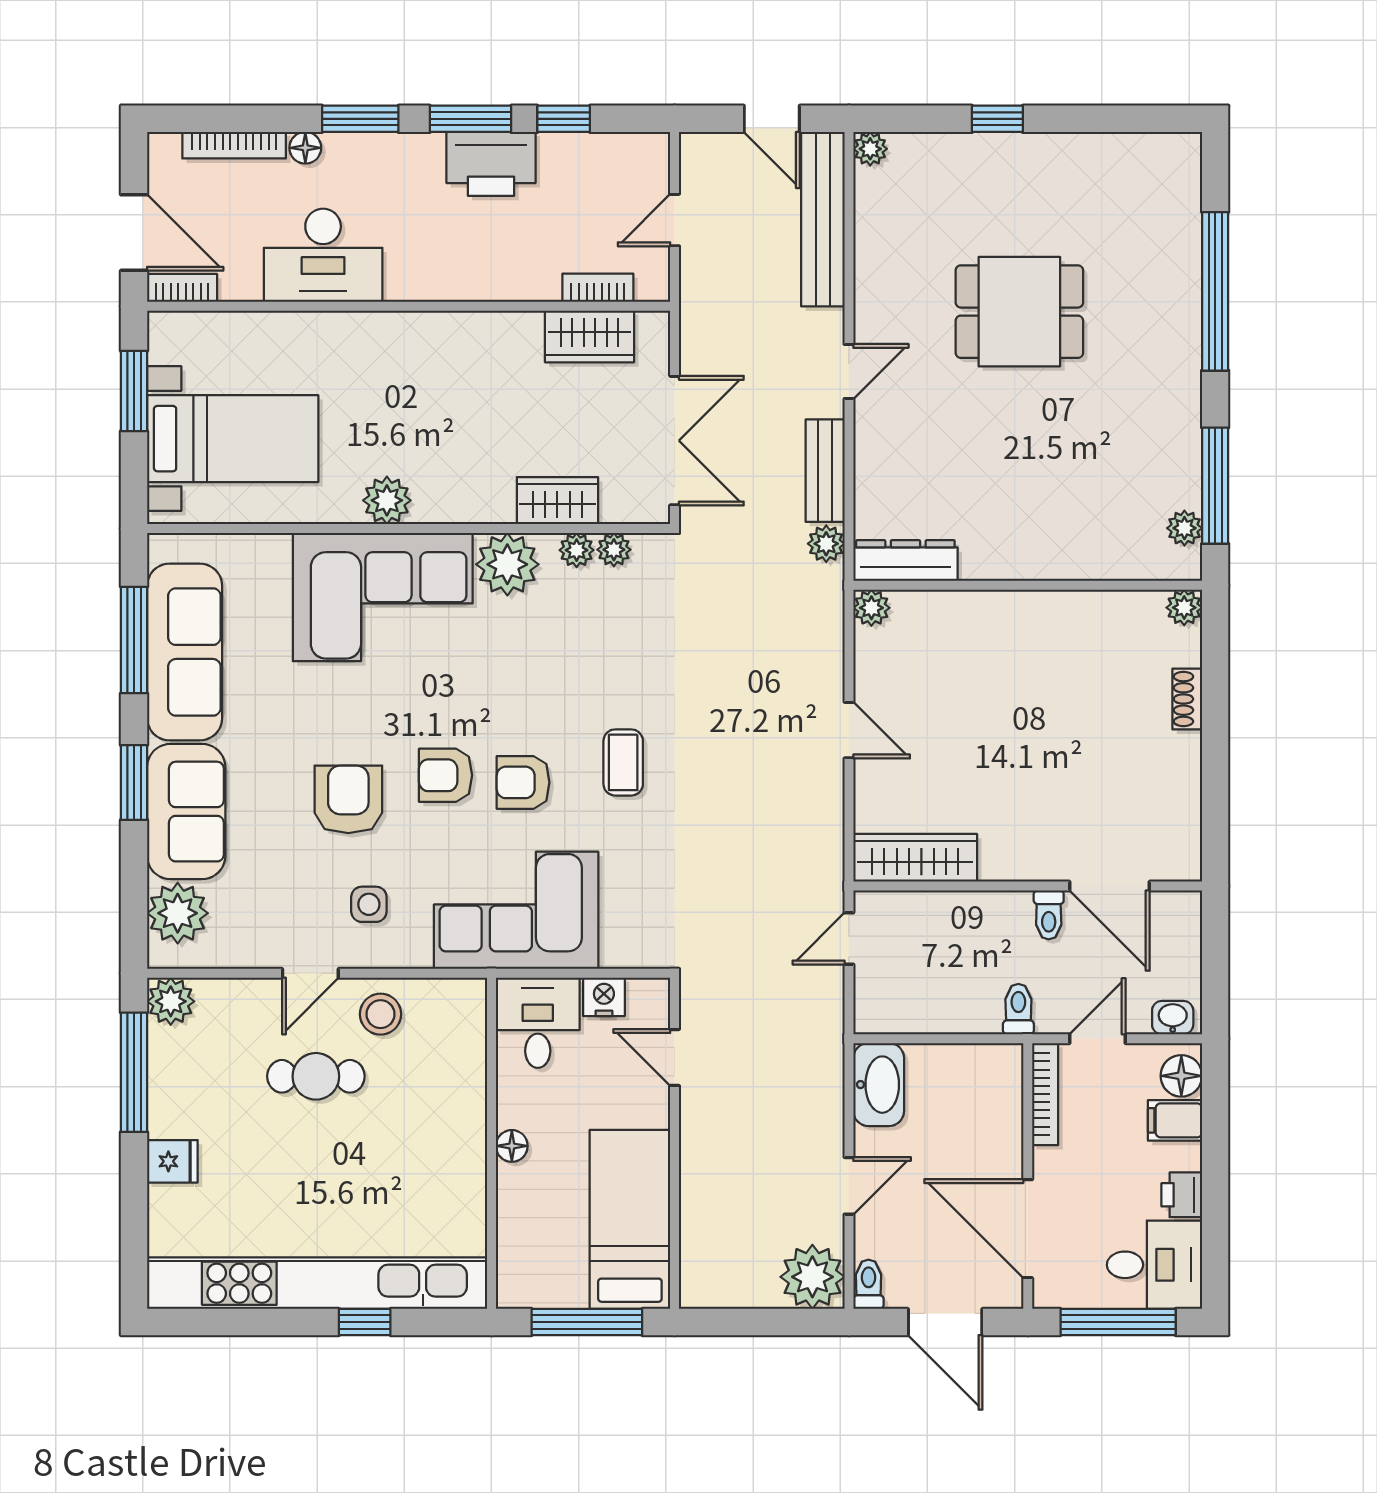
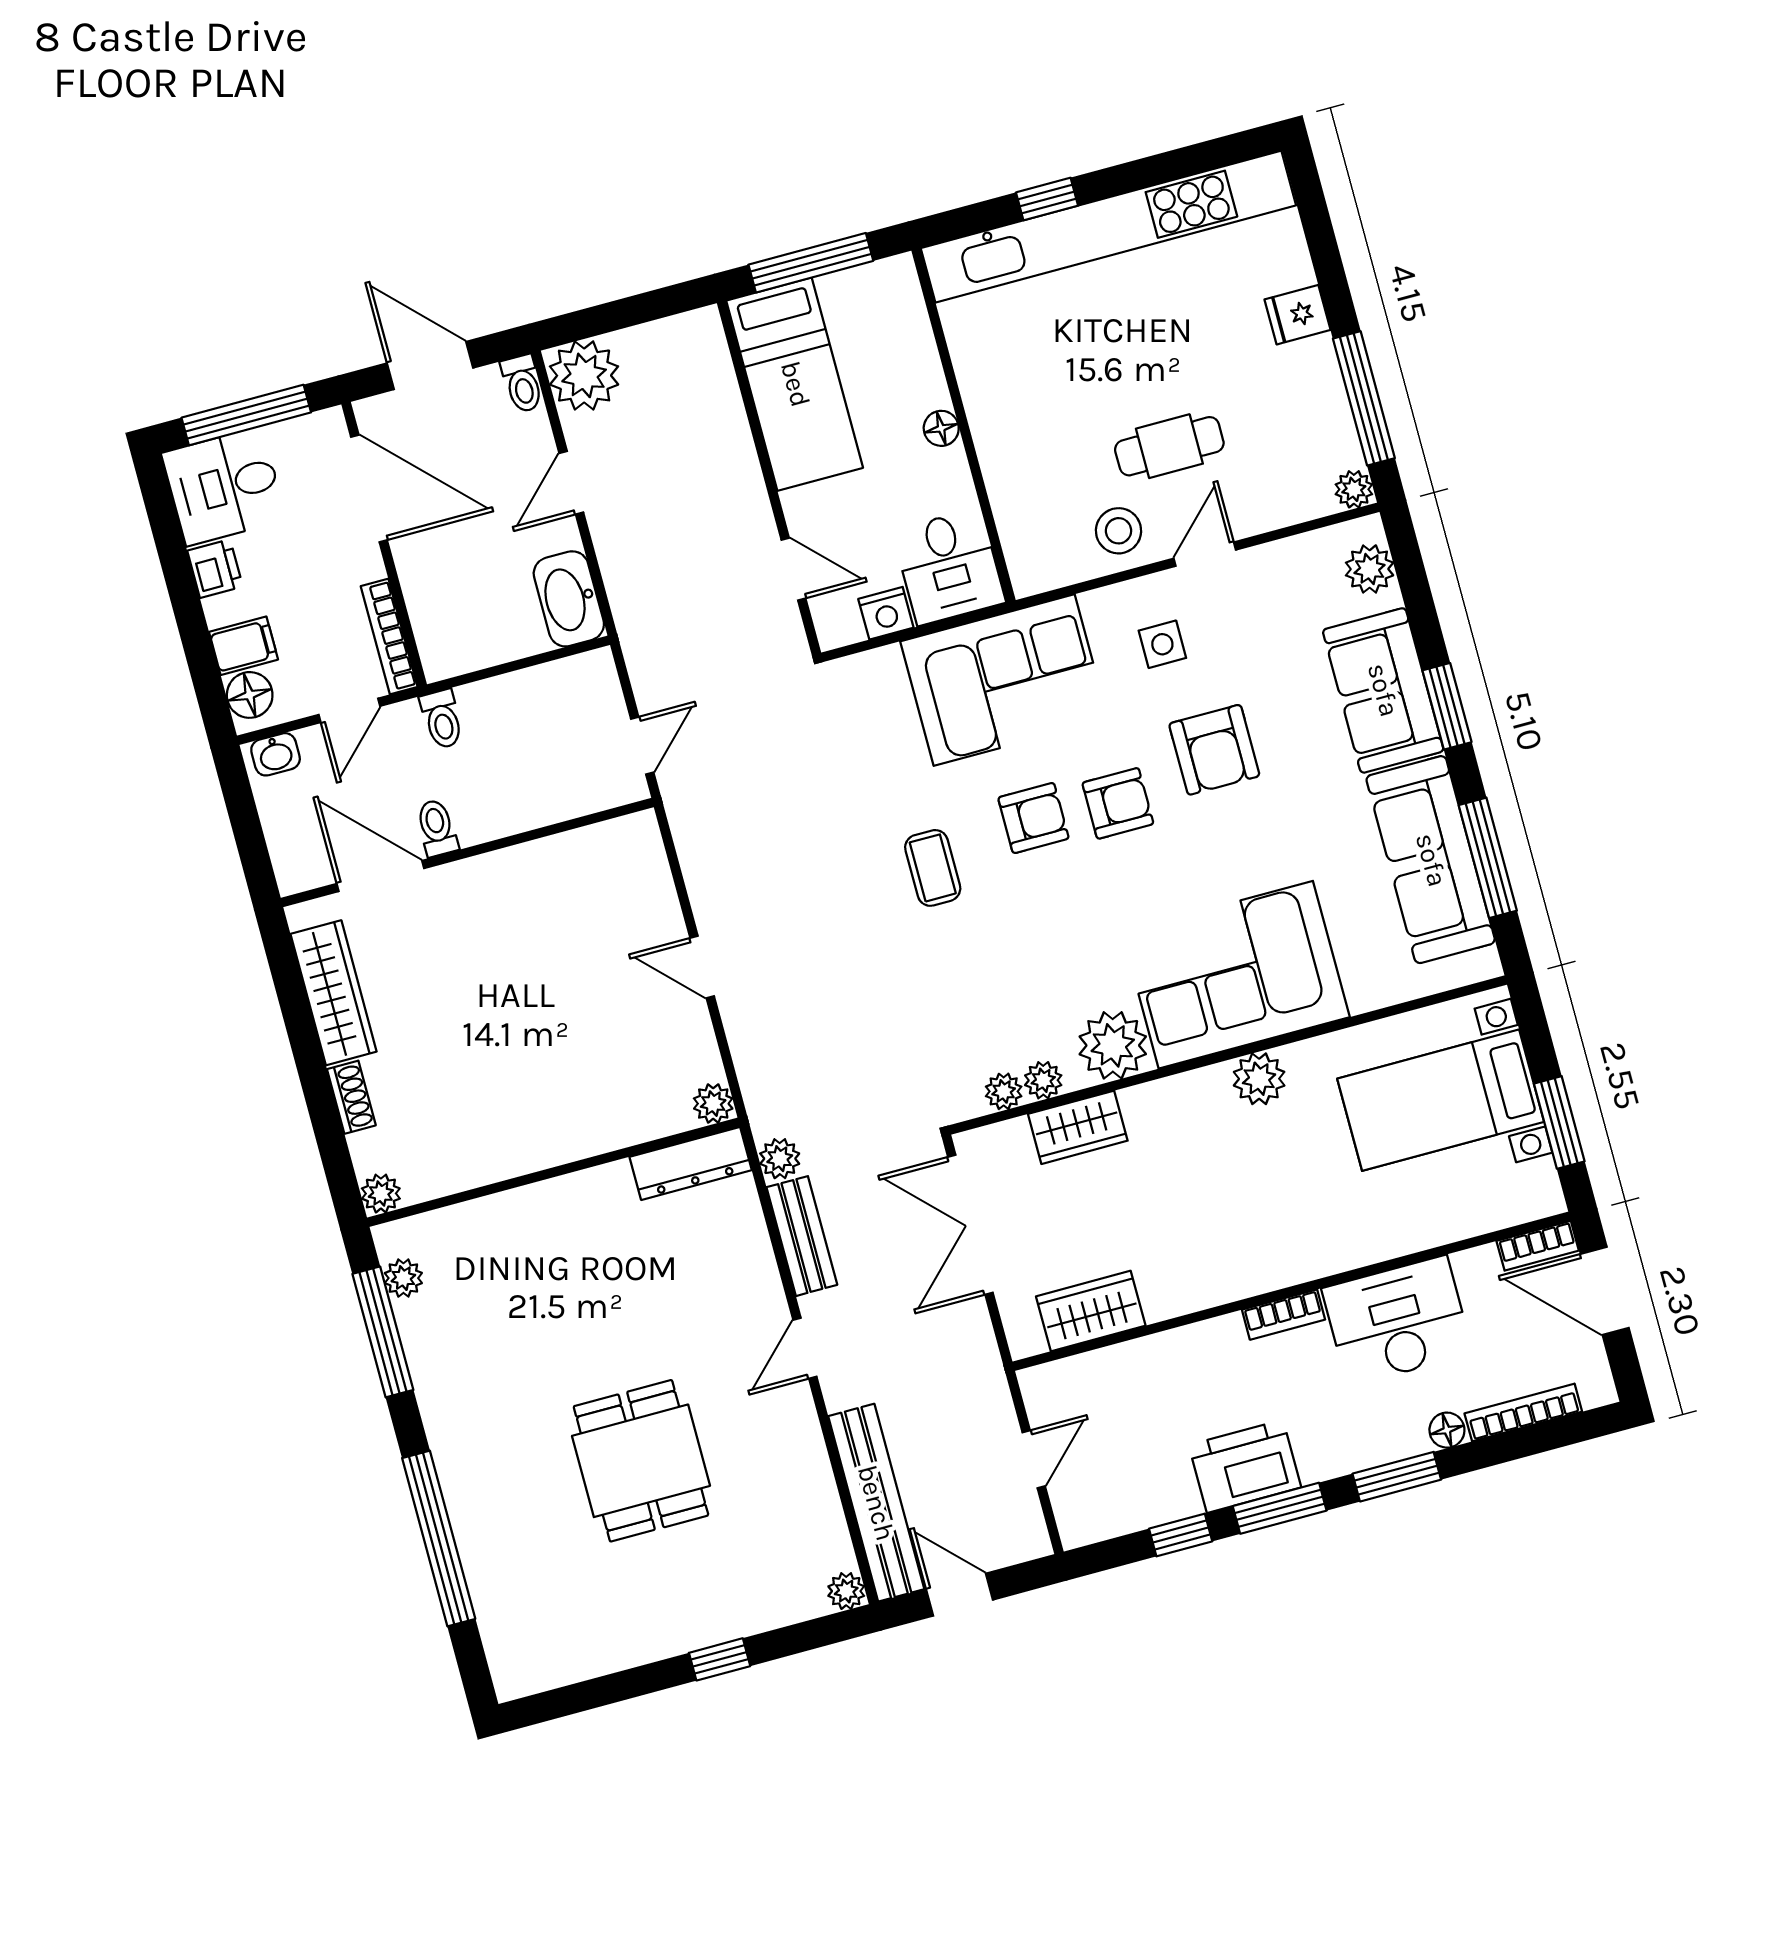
bookcase: (598, 288) -> (1283, 1315), moved
dining table: (1019, 312) -> (641, 1461), turned 90
wardrobe: (915, 858) -> (334, 993), moved, turned -90
plant: (178, 913) -> (1370, 569), width x0.73, depth x0.73
plant: (171, 1001) -> (1354, 489), width x0.73, depth x0.73

